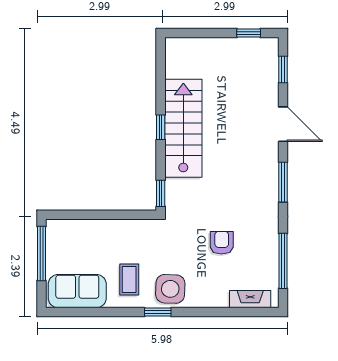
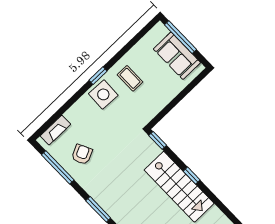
armchair: (222, 243) -> (82, 154), moved, turned -116
window: (42, 254) -> (181, 37), moved
sofa: (77, 291) -> (177, 56), moved, turned 90

